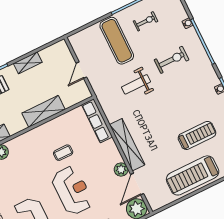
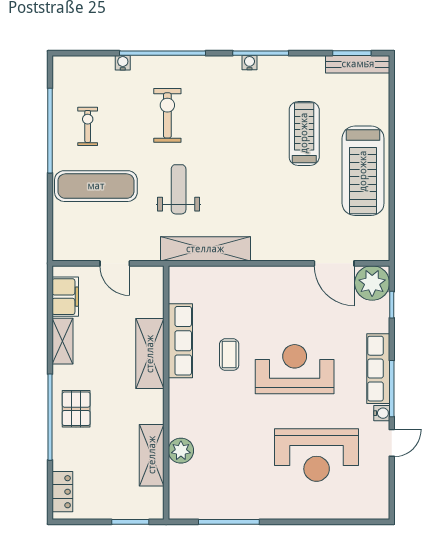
filing cabinet: (52, 53) -> (65, 297), added
weight bench: (136, 84) -> (179, 189), turned 180
row of seats: (97, 121) -> (180, 341), moved, turned -90
shelving: (127, 145) -> (205, 249), moved
plant: (121, 170) -> (299, 277), removed

